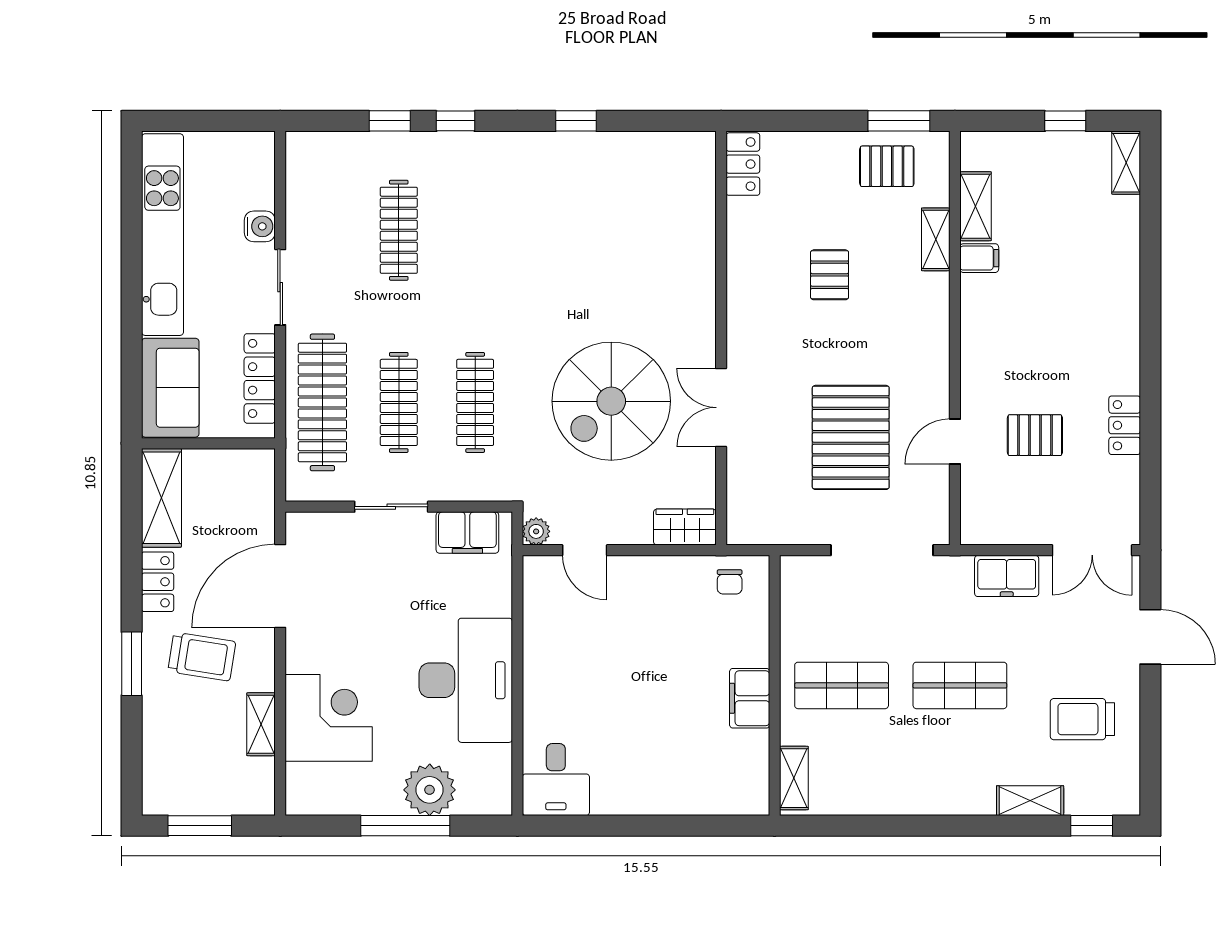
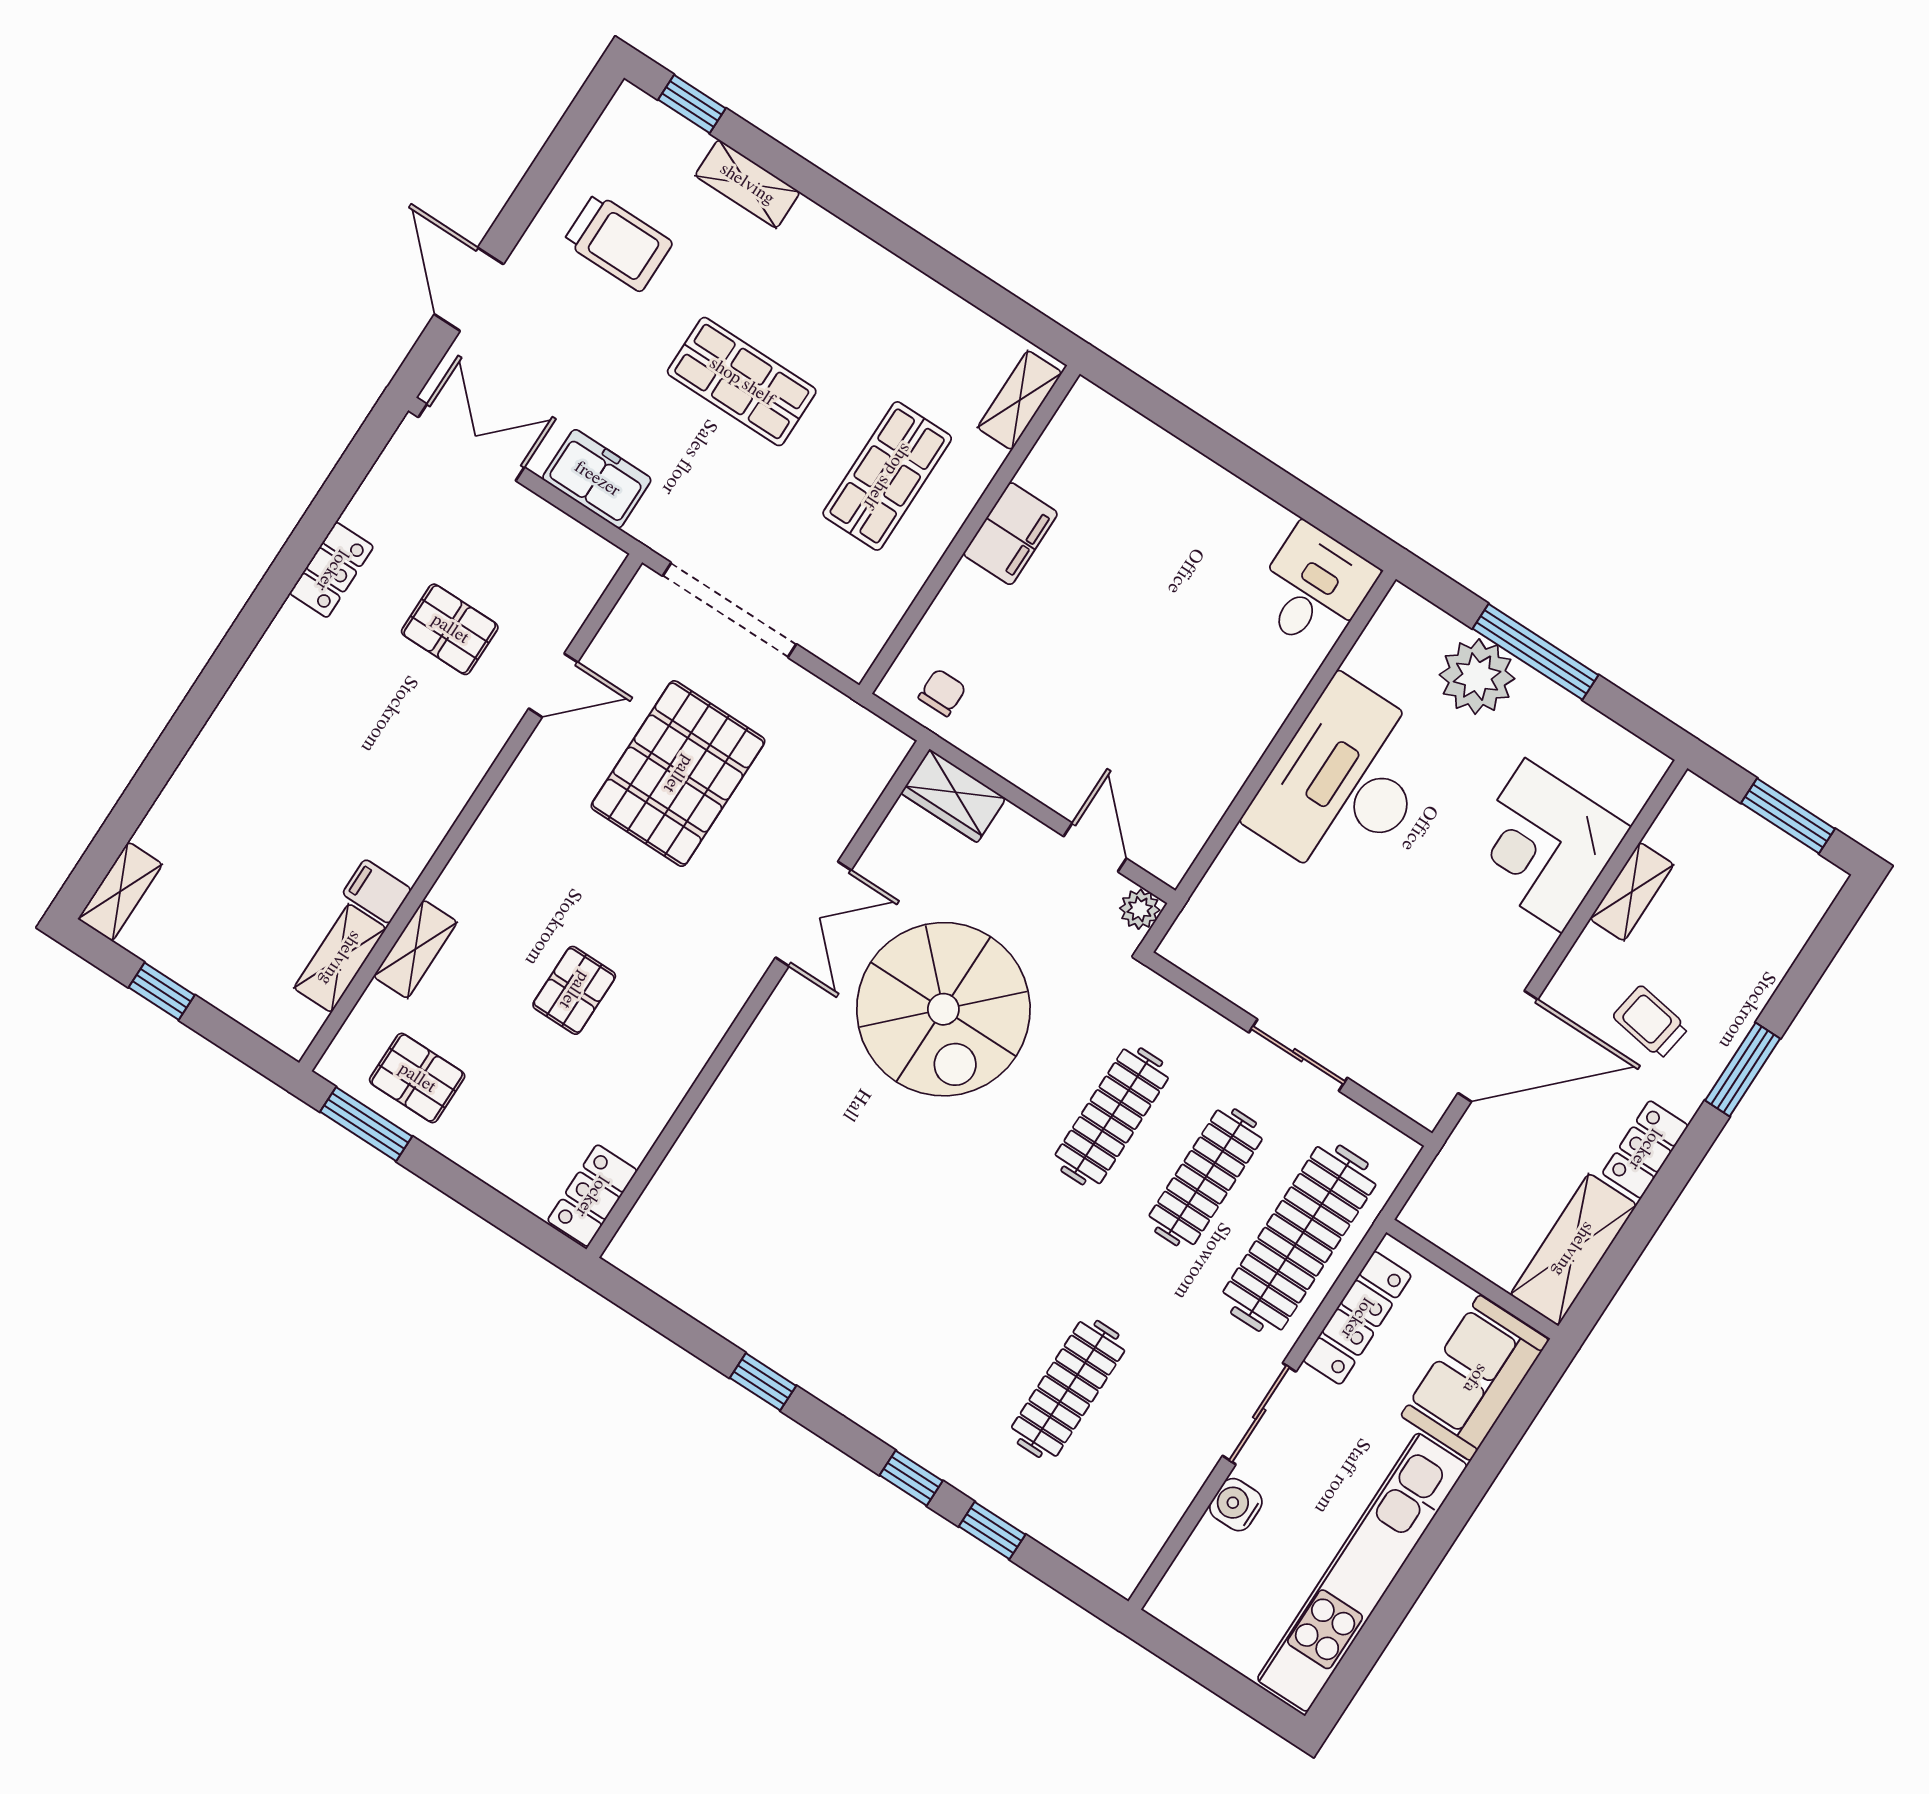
spiral stairs: (611, 401) -> (943, 1009), turned 90
filing cabinet: (467, 533) -> (1225, 963), removed
trolley: (202, 657) -> (1651, 1022), width x0.73, depth x0.72
shop shelf: (842, 685) -> (887, 476), turned 90

